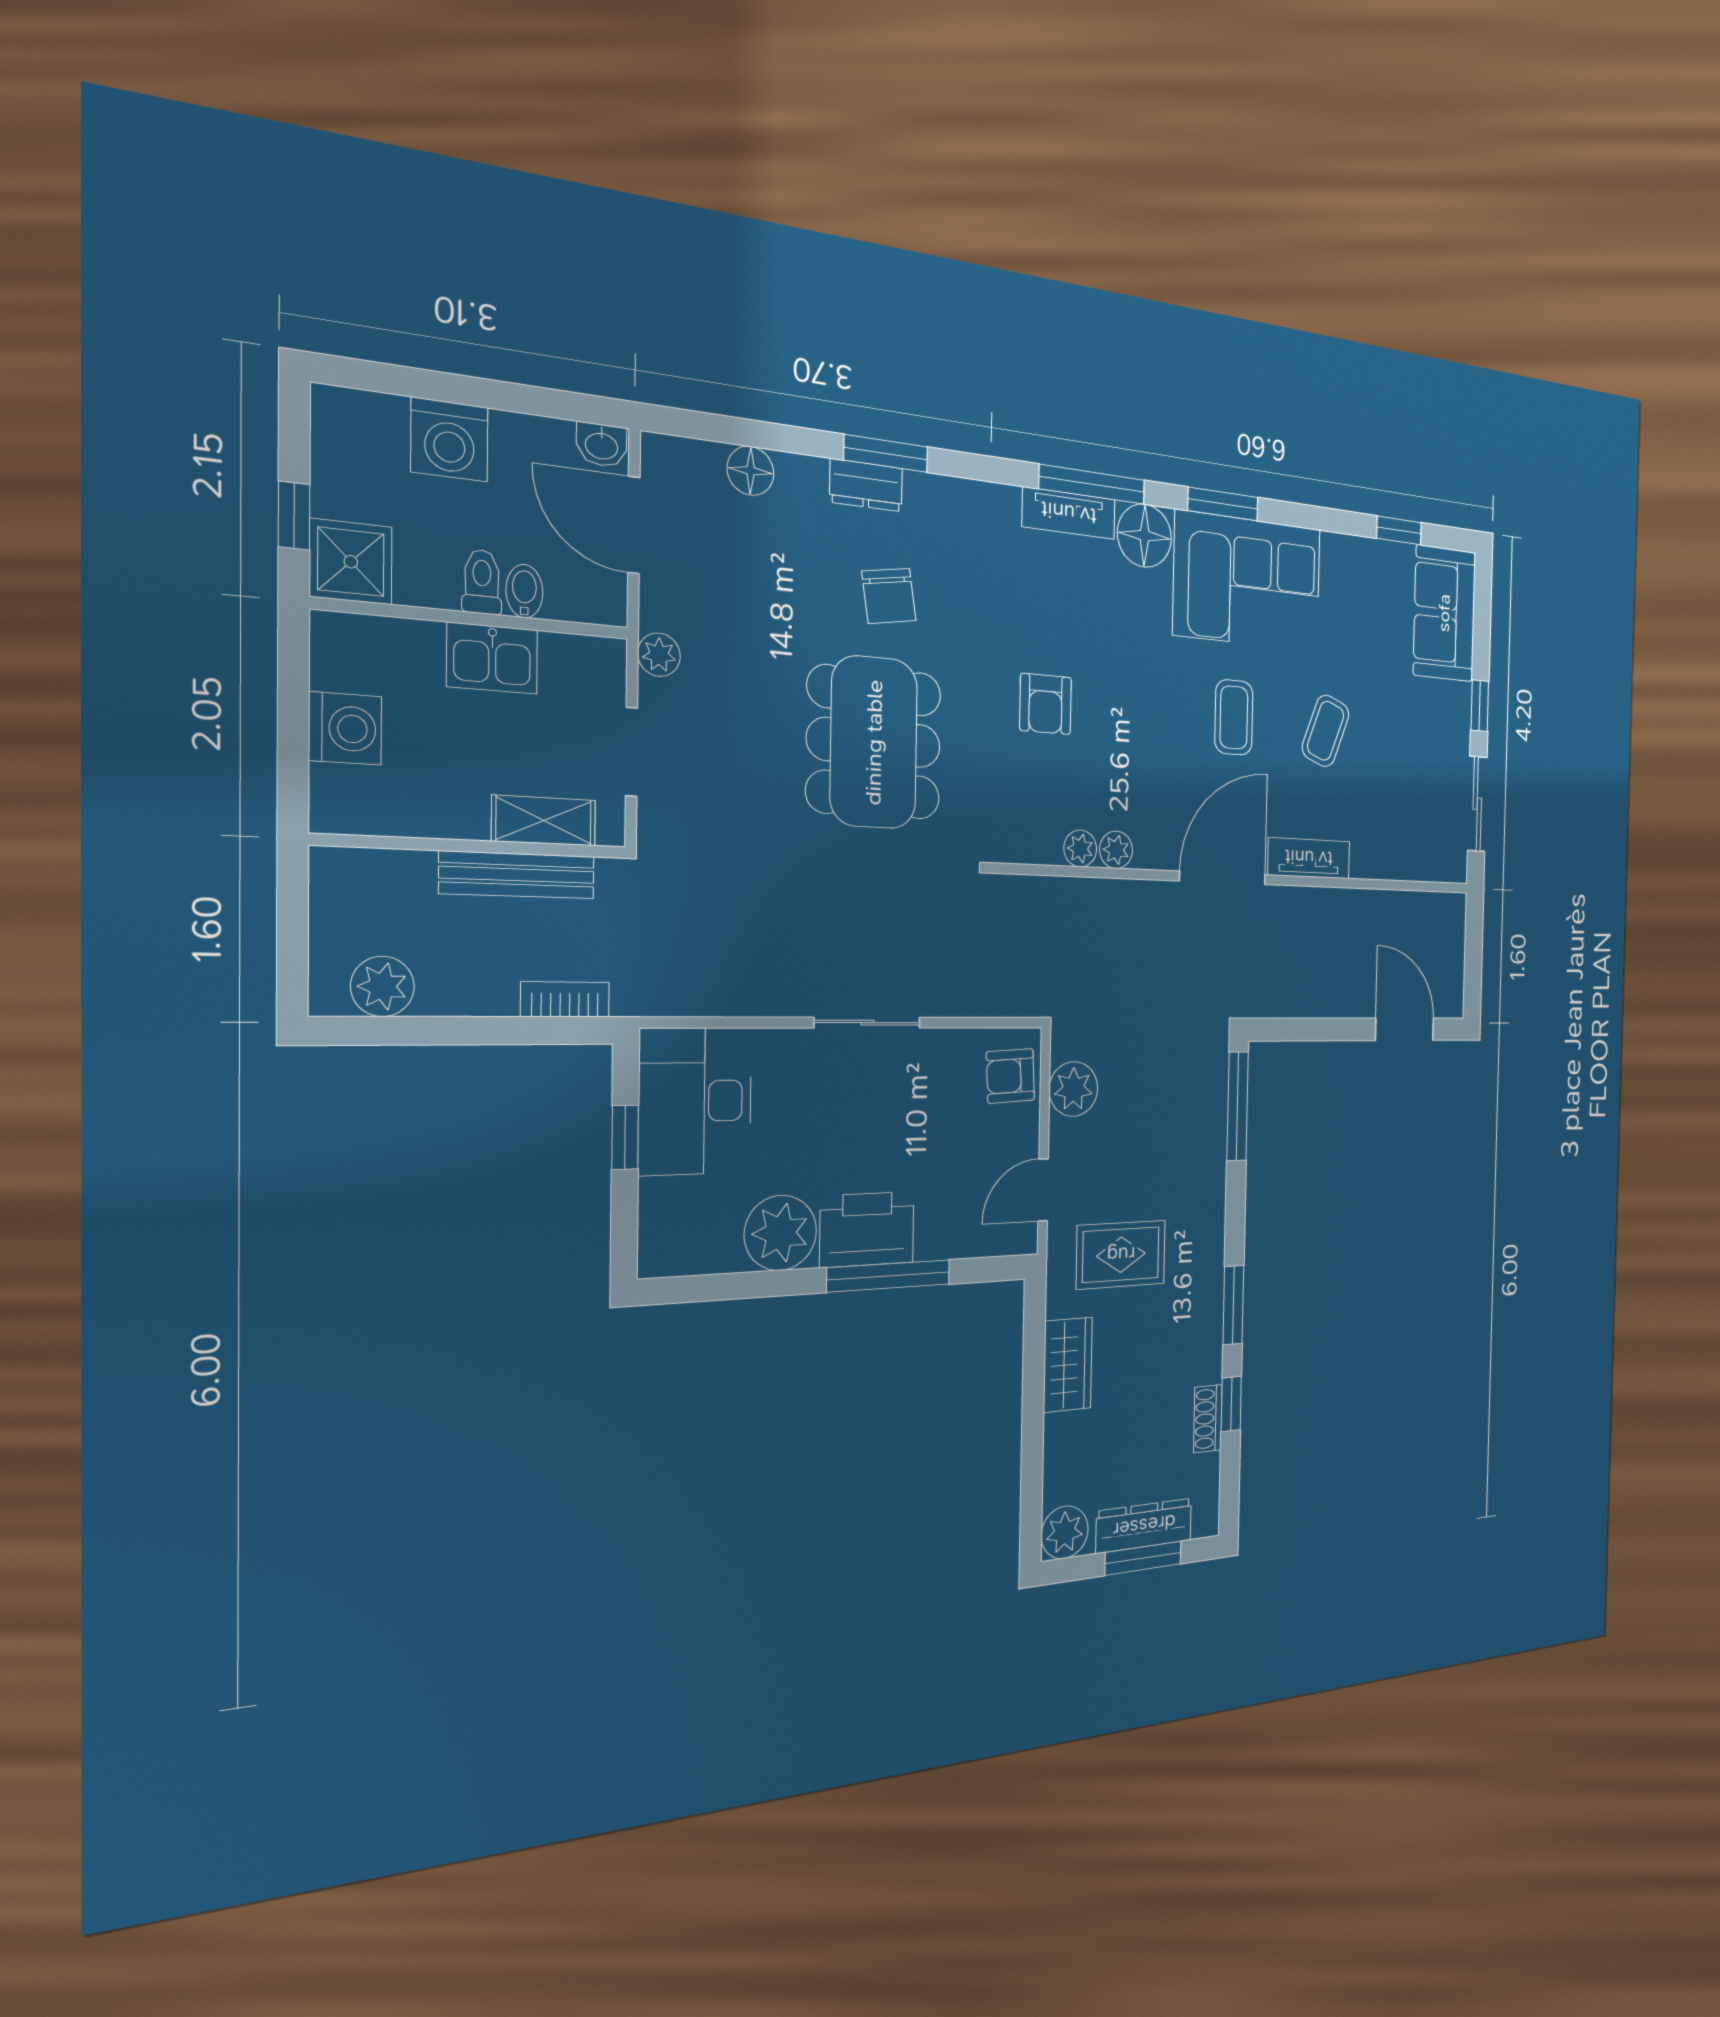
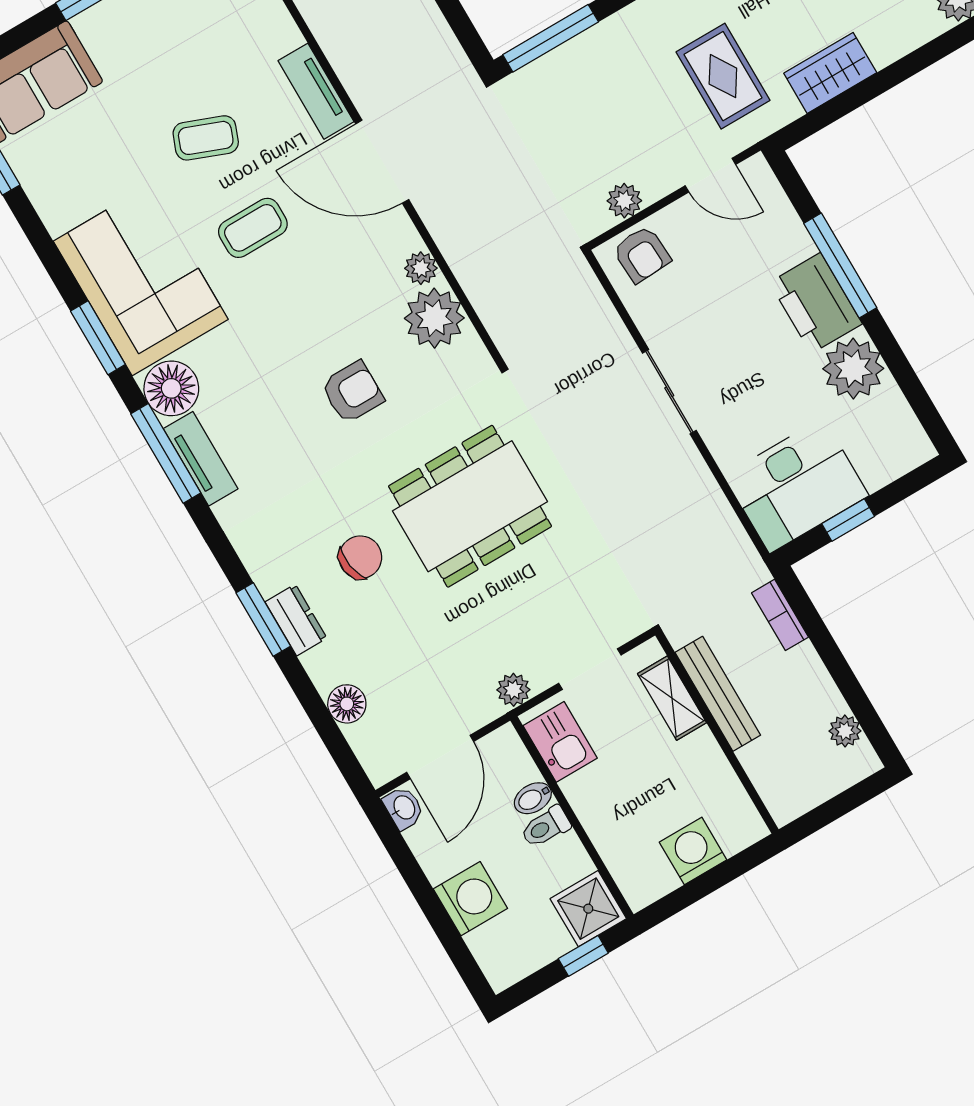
kitchen sink: (492, 658) -> (560, 742), moved
plant: (1080, 849) -> (434, 318), width x1.87, depth x1.87
plant: (383, 986) -> (845, 731), width x0.73, depth x0.73
plant: (1073, 1089) -> (624, 201), width x0.73, depth x0.73

